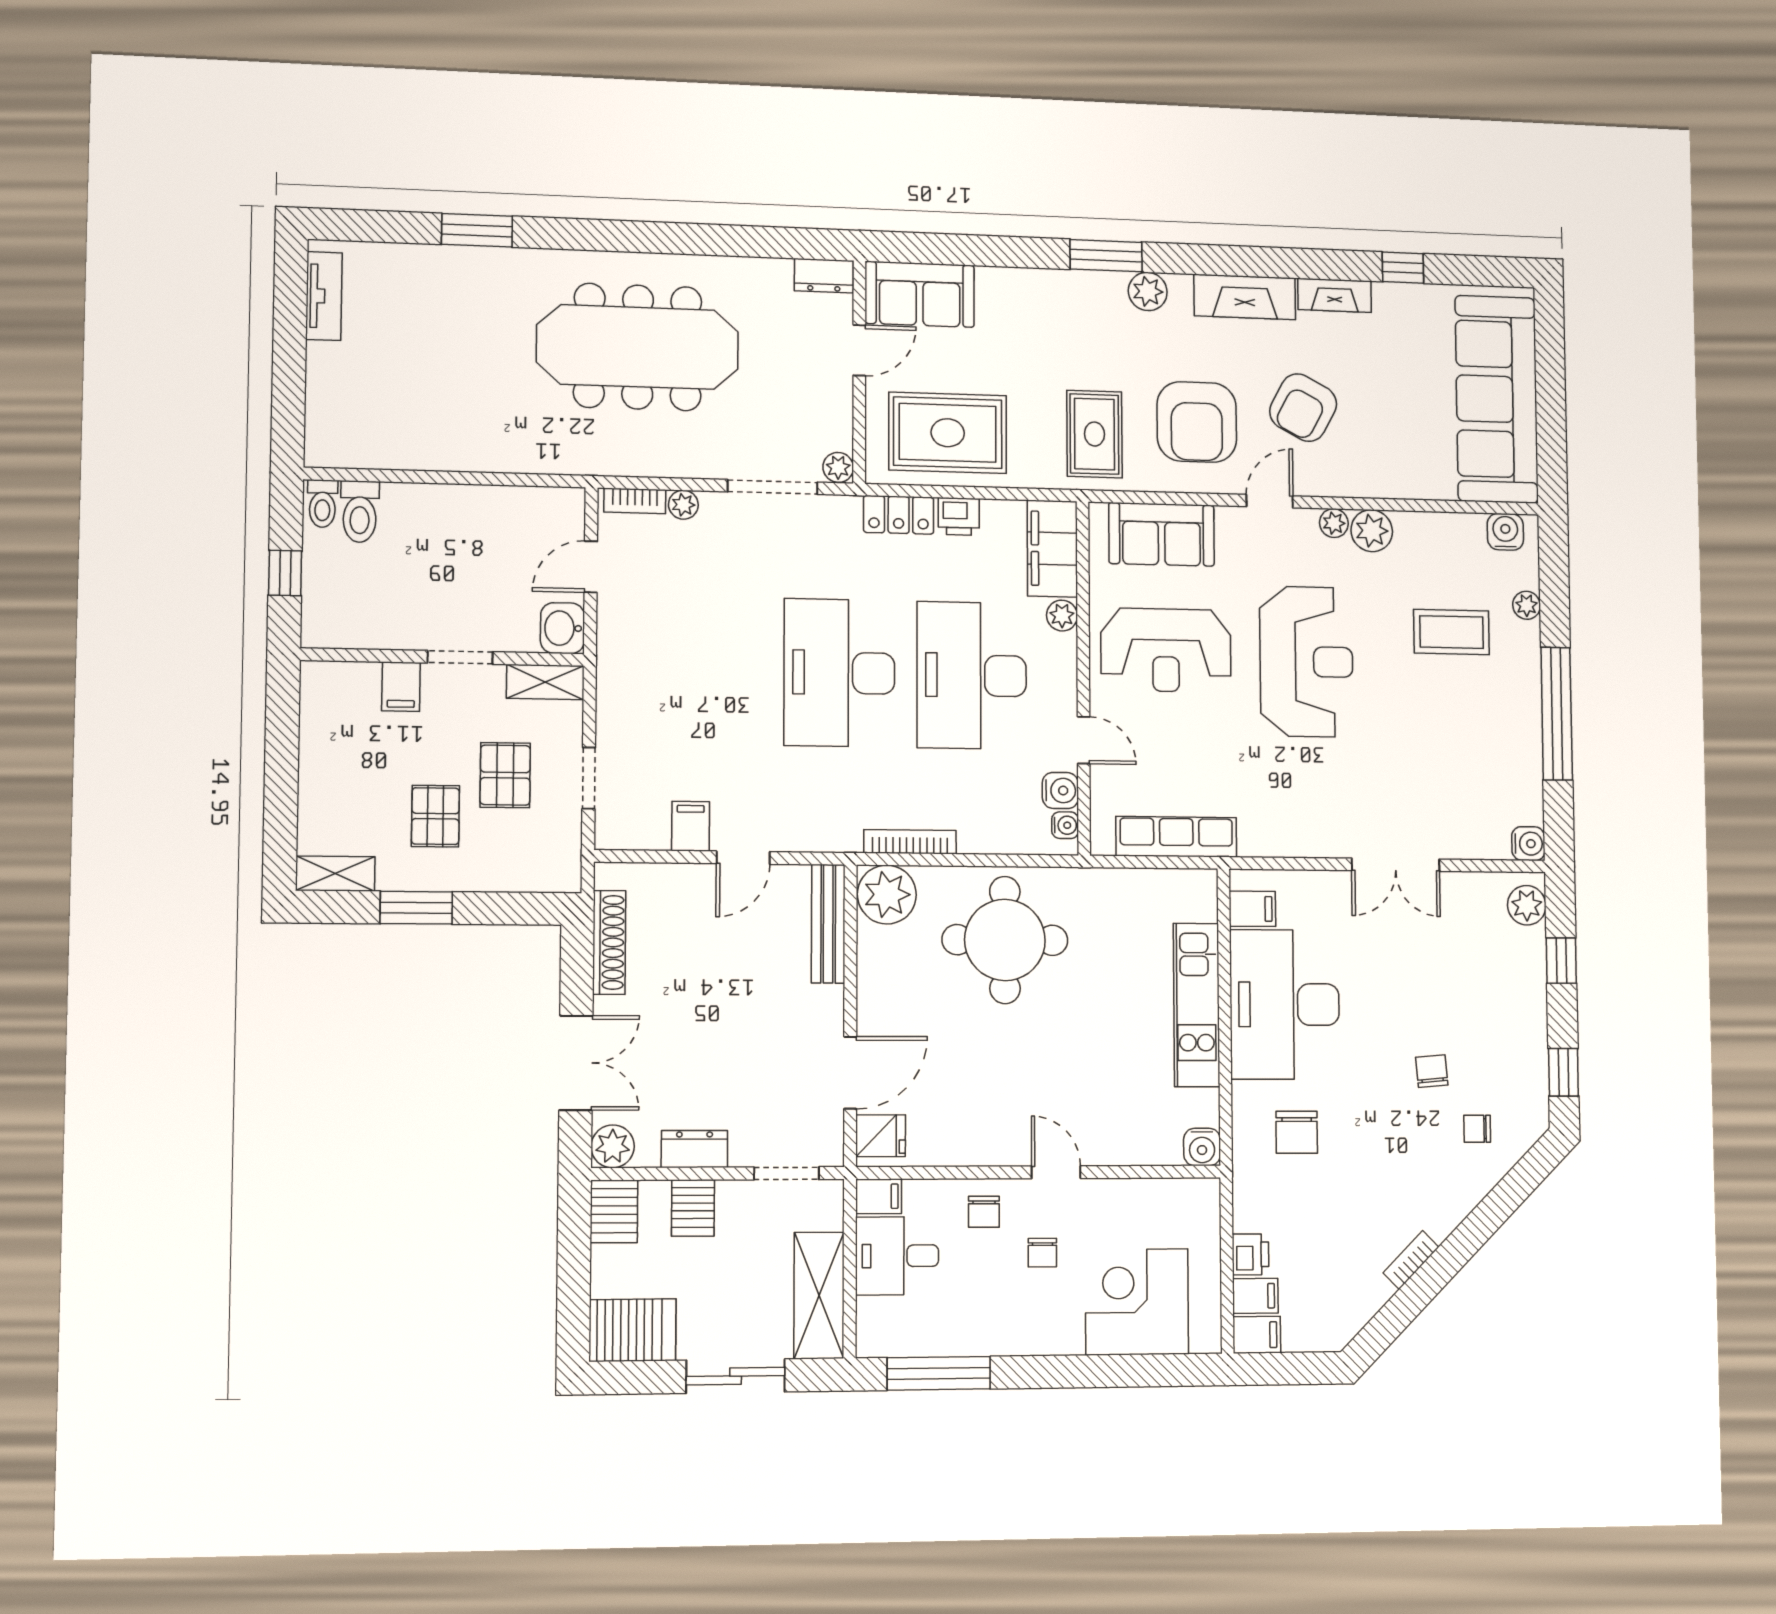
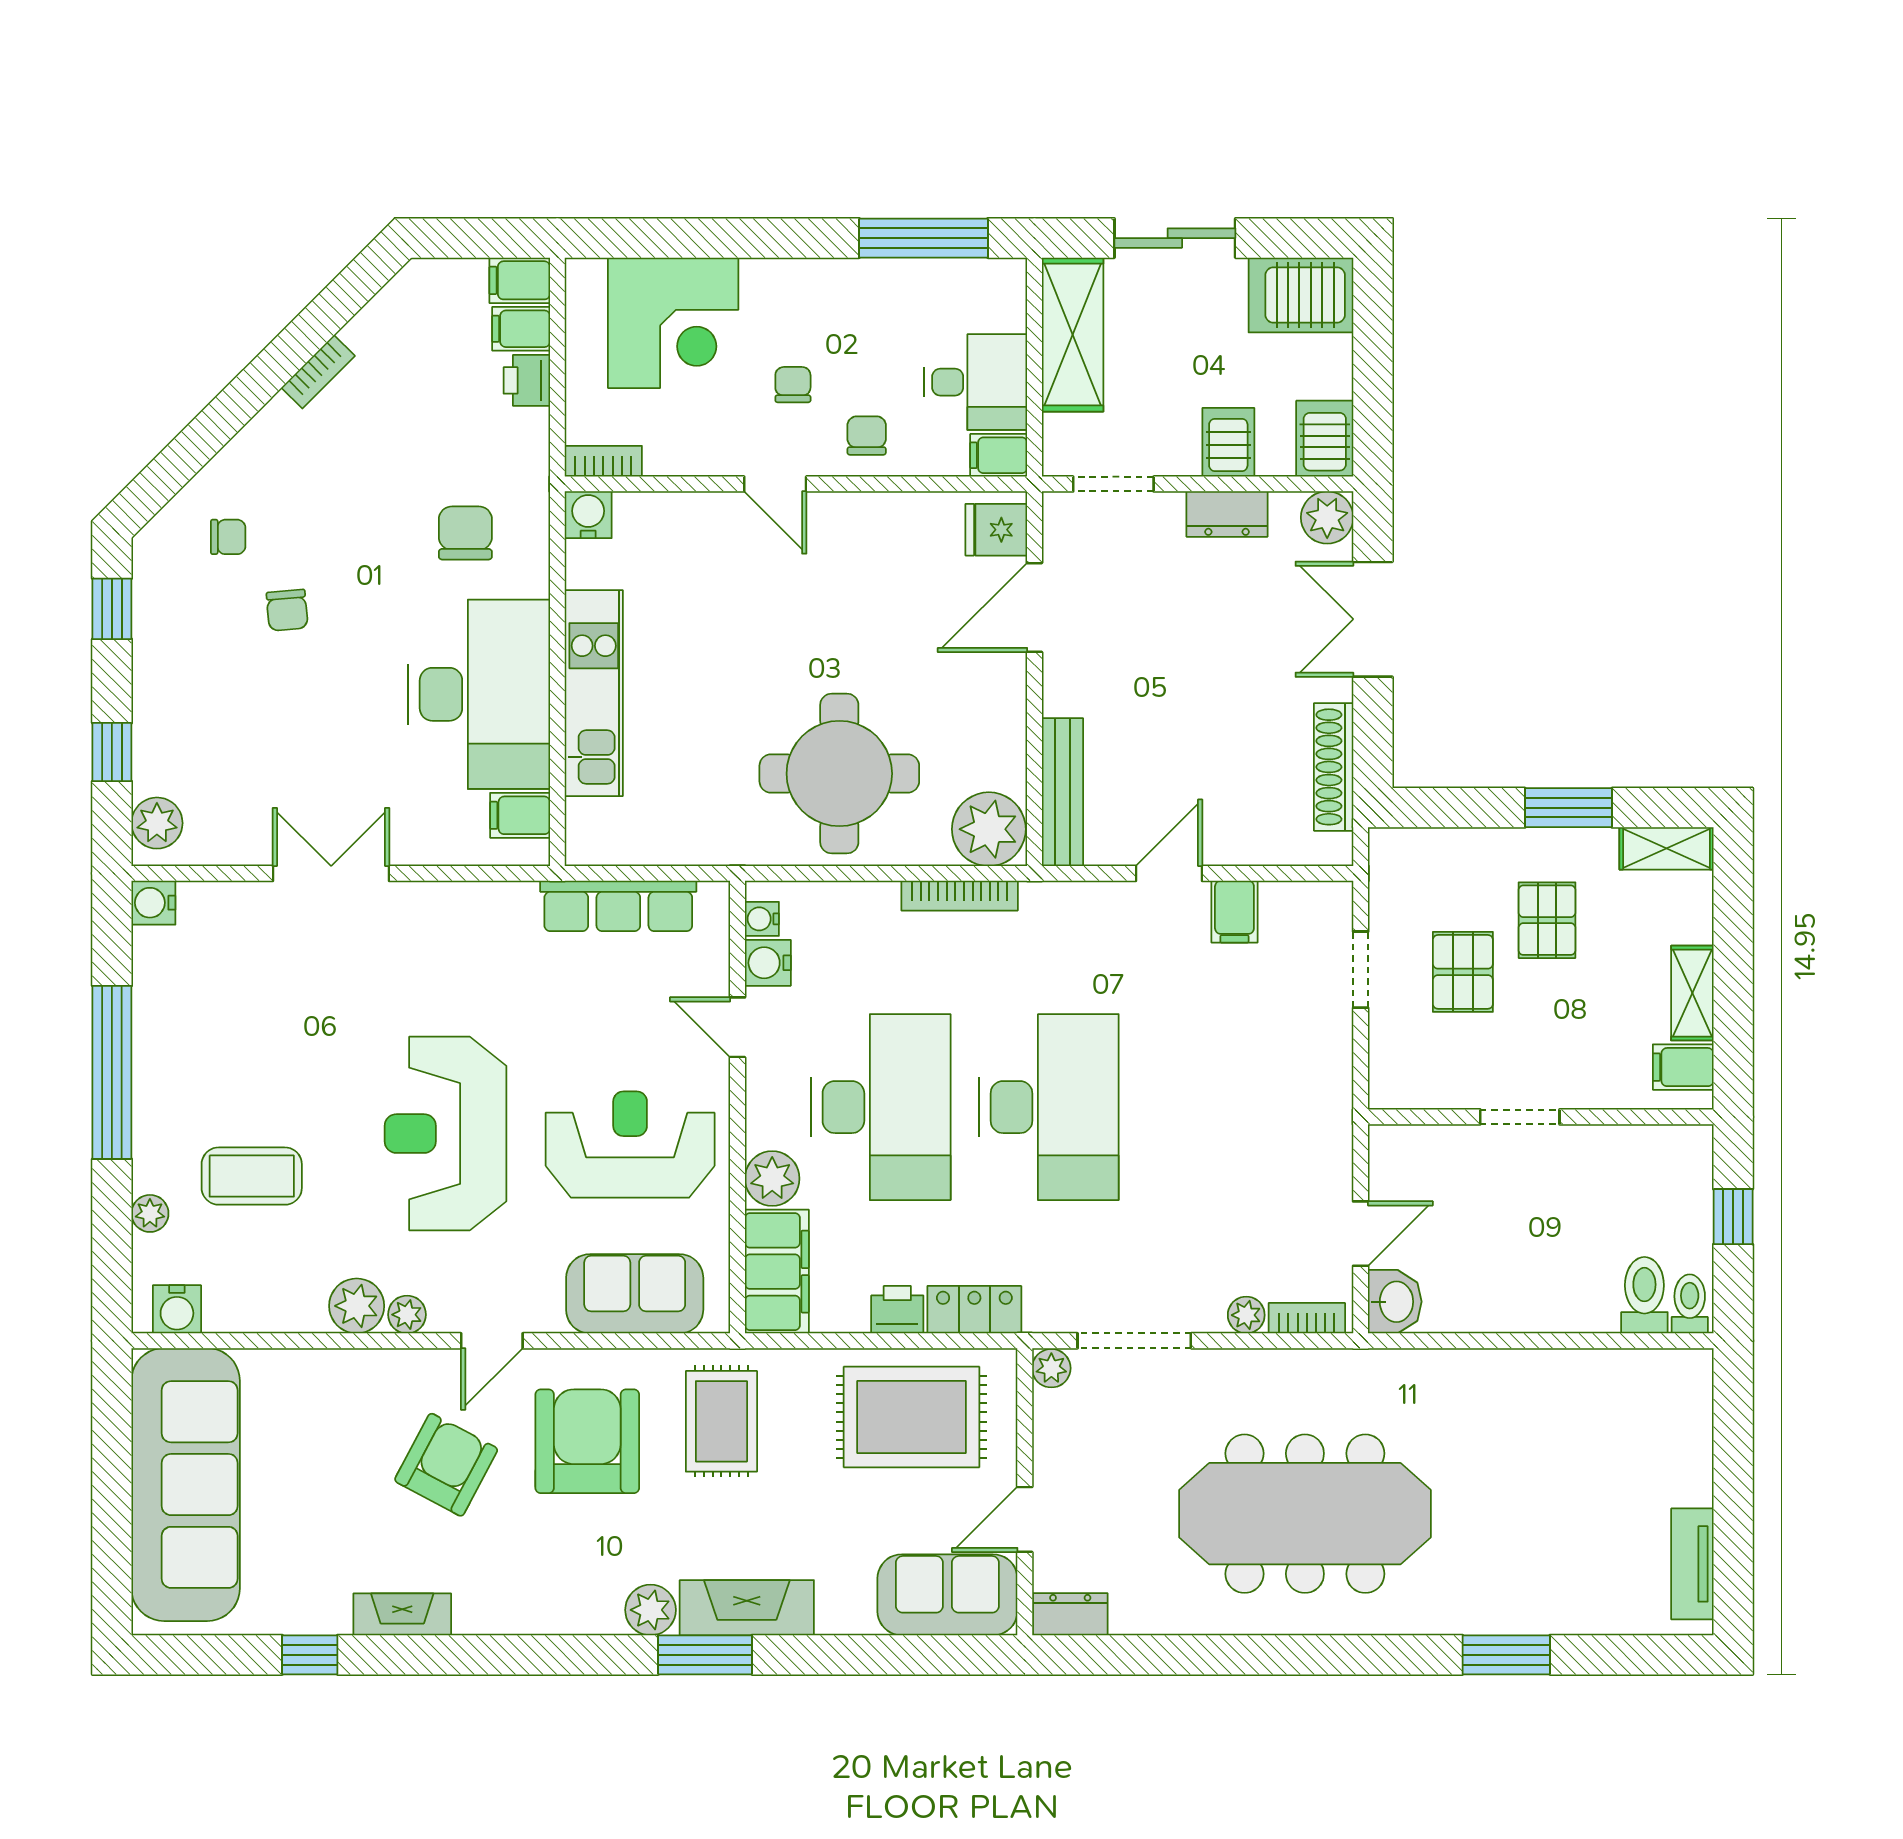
fireplace: (1245, 297) -> (747, 1608), moved
plant: (1062, 616) -> (772, 1179), width x1.38, depth x1.38
washbasin: (562, 628) -> (1395, 1302), moved
shelving: (545, 682) -> (1692, 993), moved, turned 90
filing cabinet: (401, 687) -> (1683, 1067), moved, turned -90
bookcase: (1191, 1190) -> (603, 461), added

